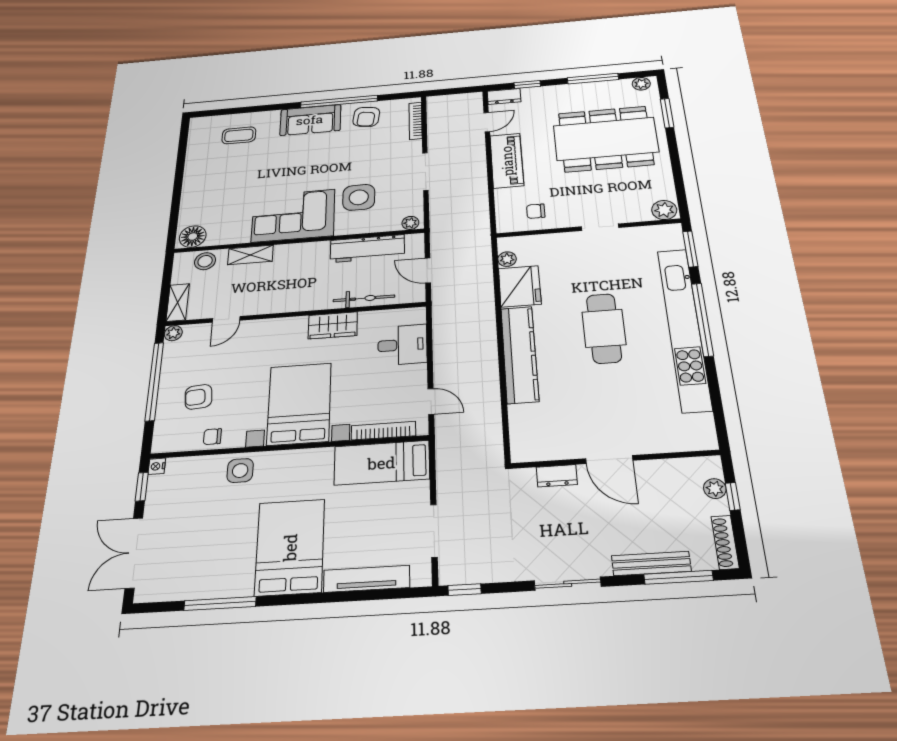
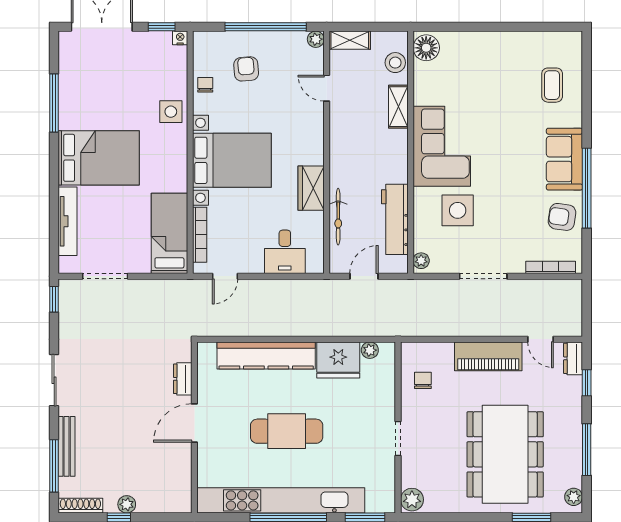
door: (609, 459) -> (194, 423), moved
wall: (615, 459) -> (194, 427), moved
dresser: (557, 476) -> (183, 379), moved

